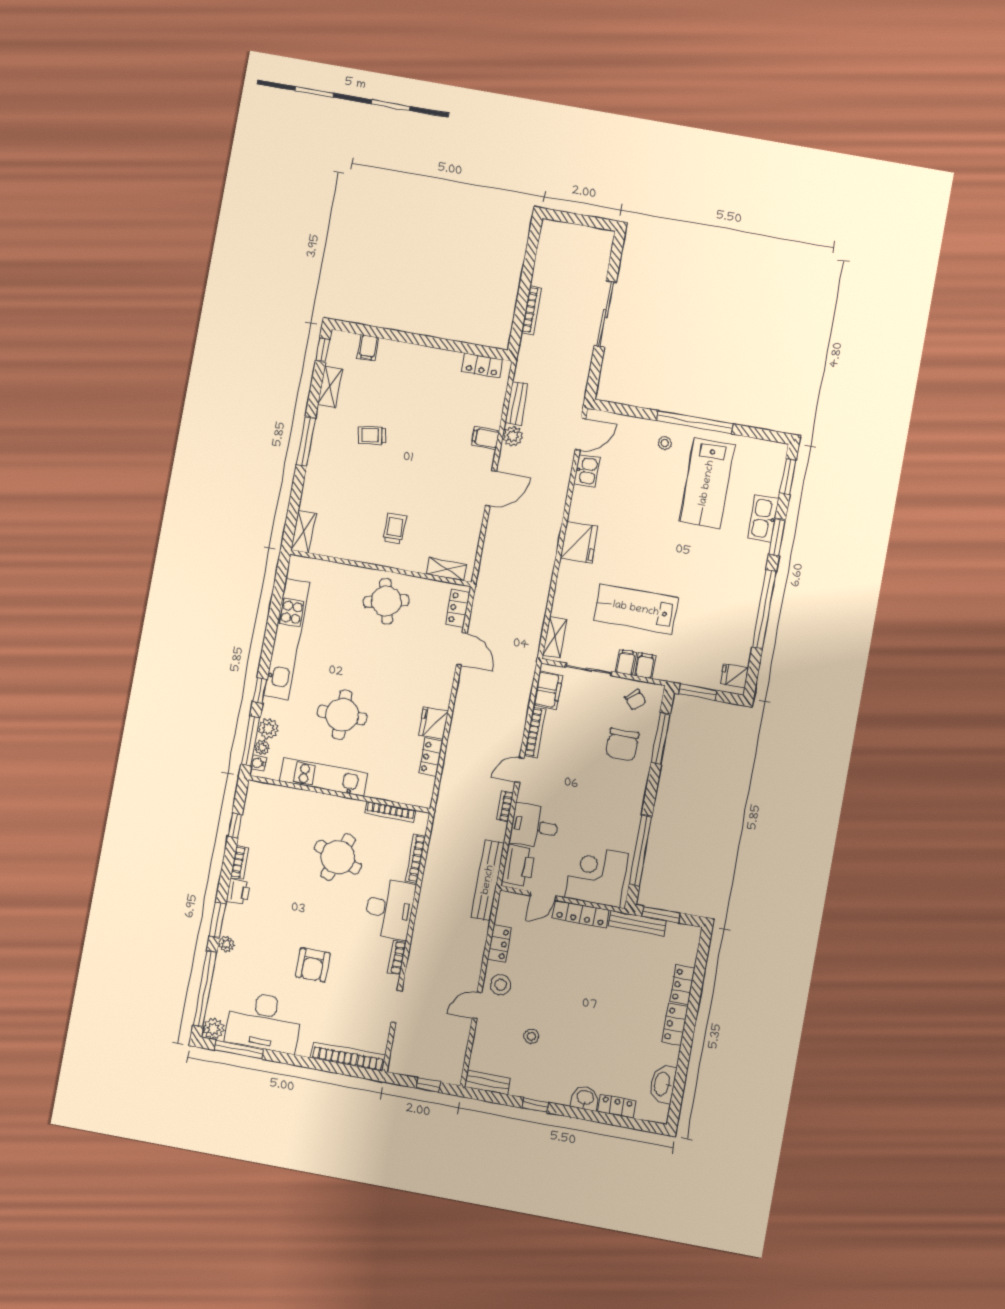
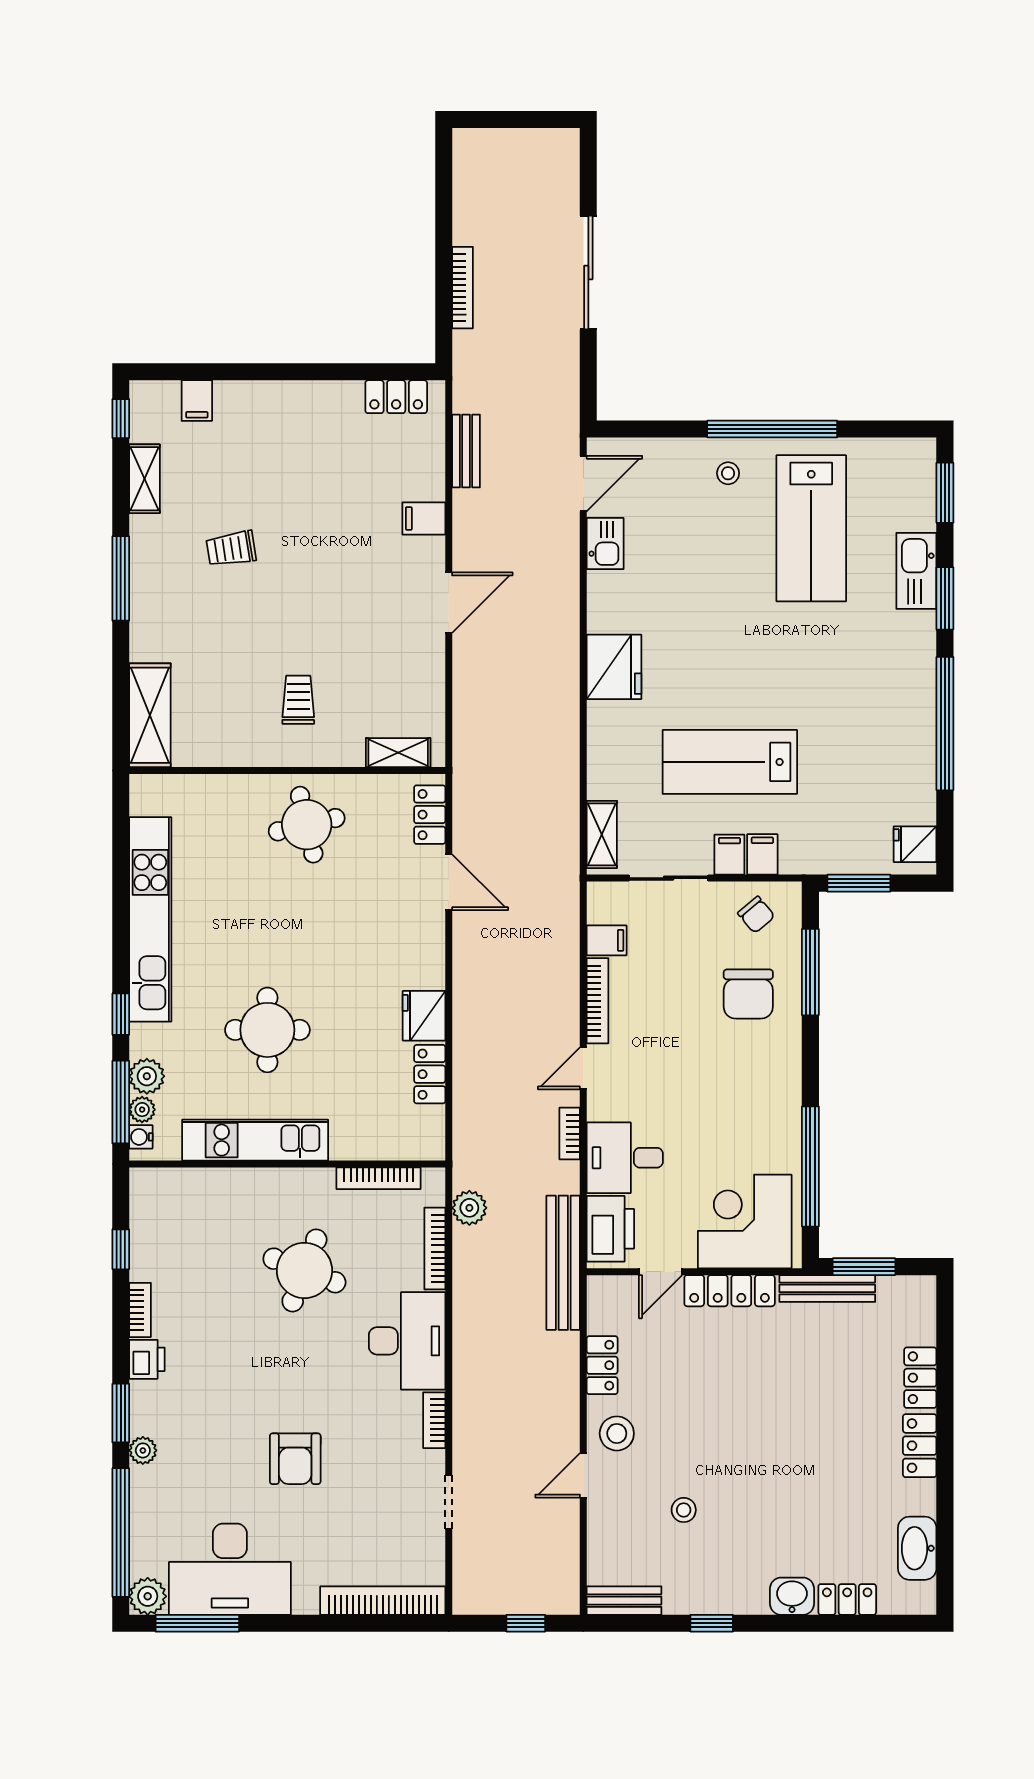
plant: (513, 436) -> (469, 1208), moved
shelving: (303, 532) -> (150, 715), width x1.50, depth x1.33
filing cabinet: (548, 690) -> (607, 940), width x0.50

